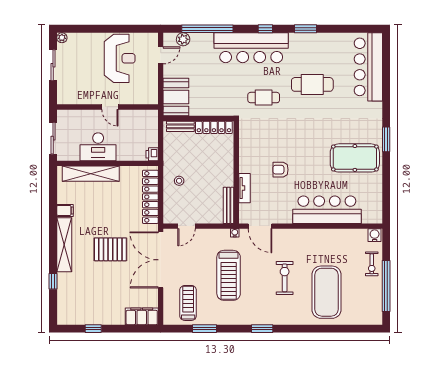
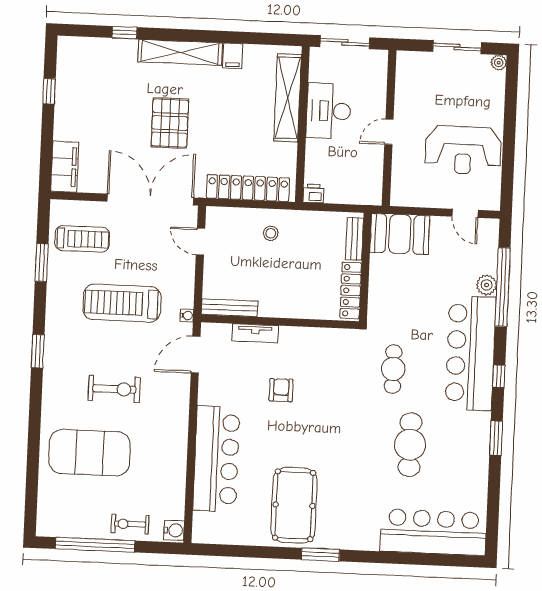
plant: (183, 39) -> (487, 285), moved

